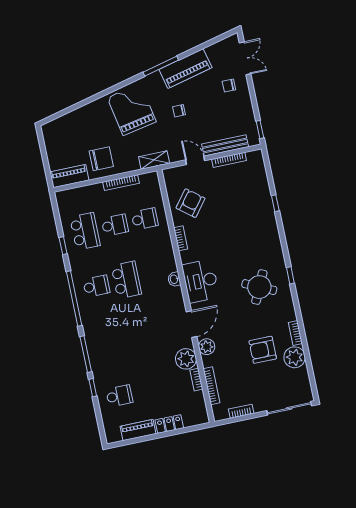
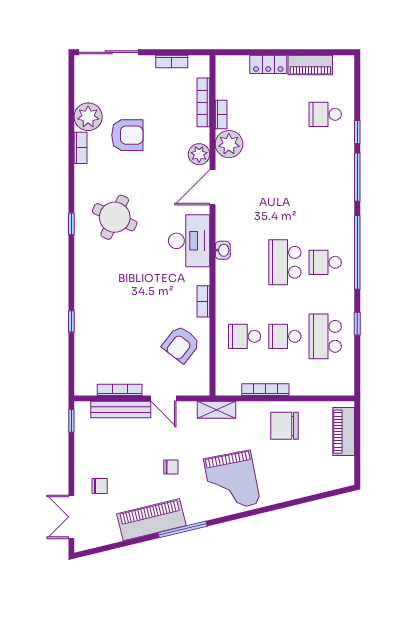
piano: (69, 176) -> (344, 432), moved, turned 90

